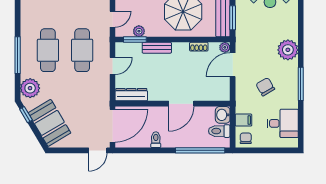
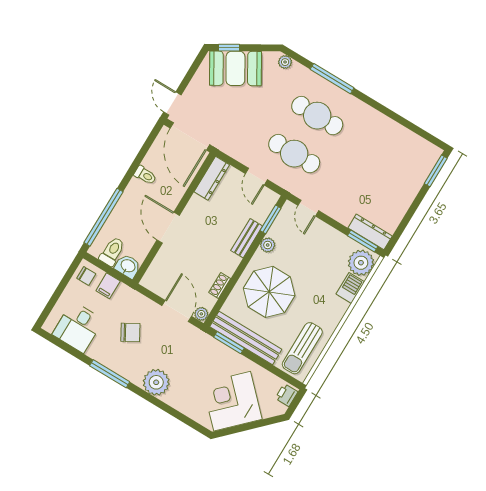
plant: (139, 31) -> (268, 245), moved
plant: (30, 88) -> (285, 62), width x0.53, depth x0.53
window: (26, 115) -> (229, 48), moved

